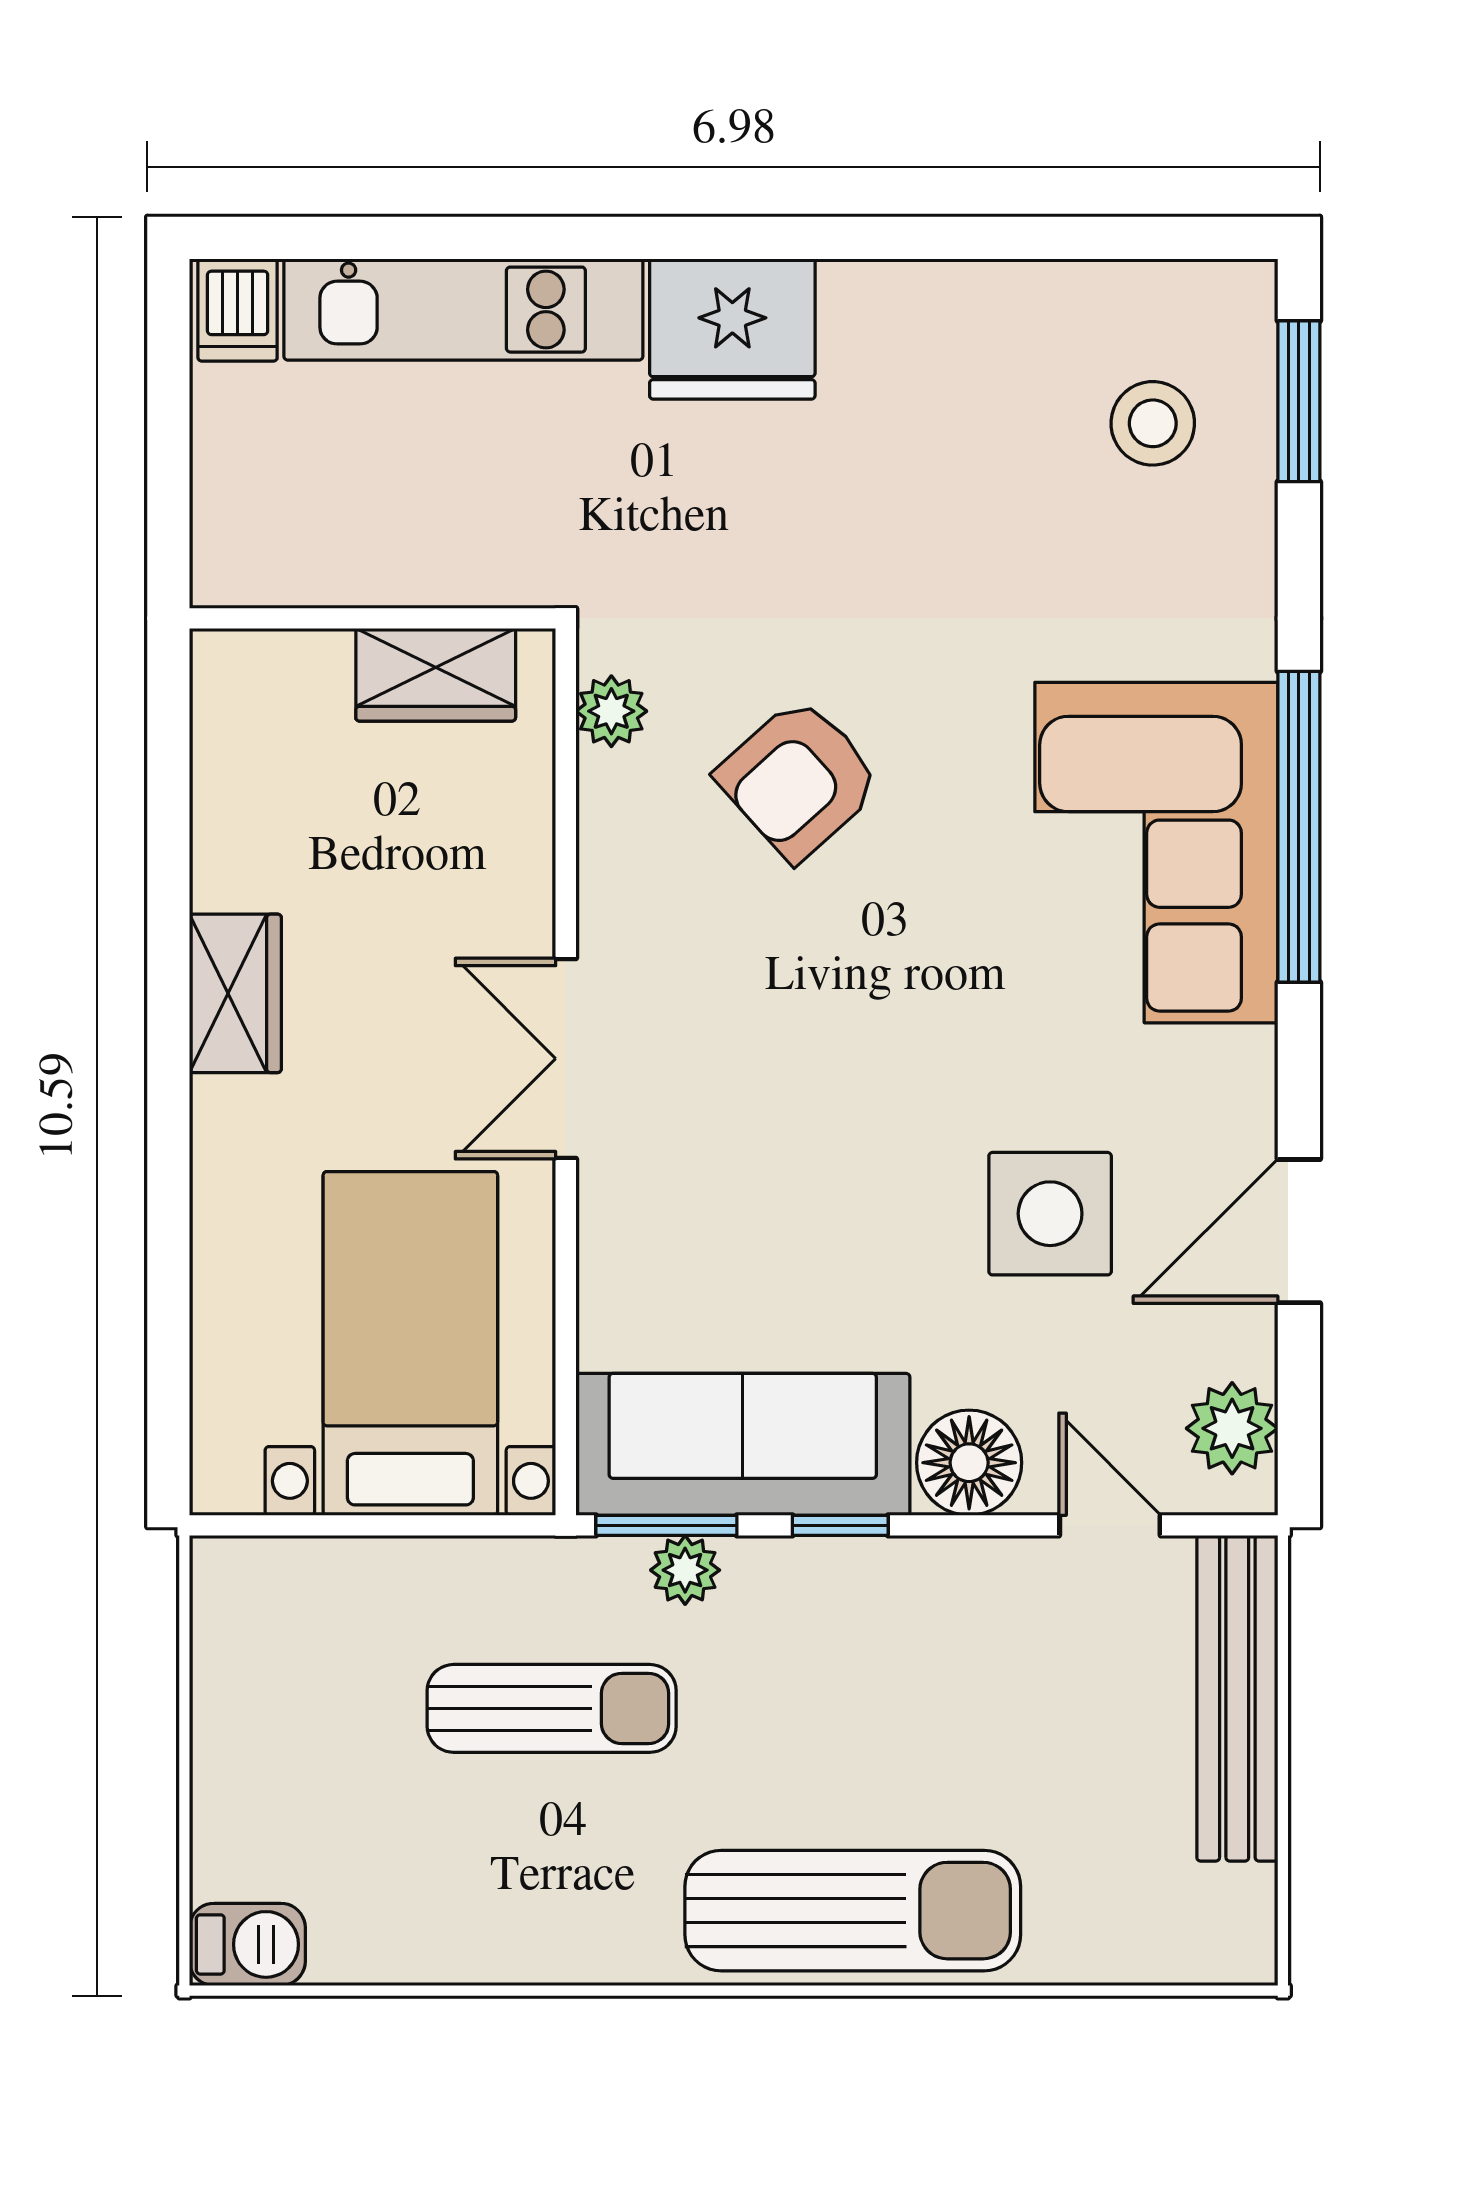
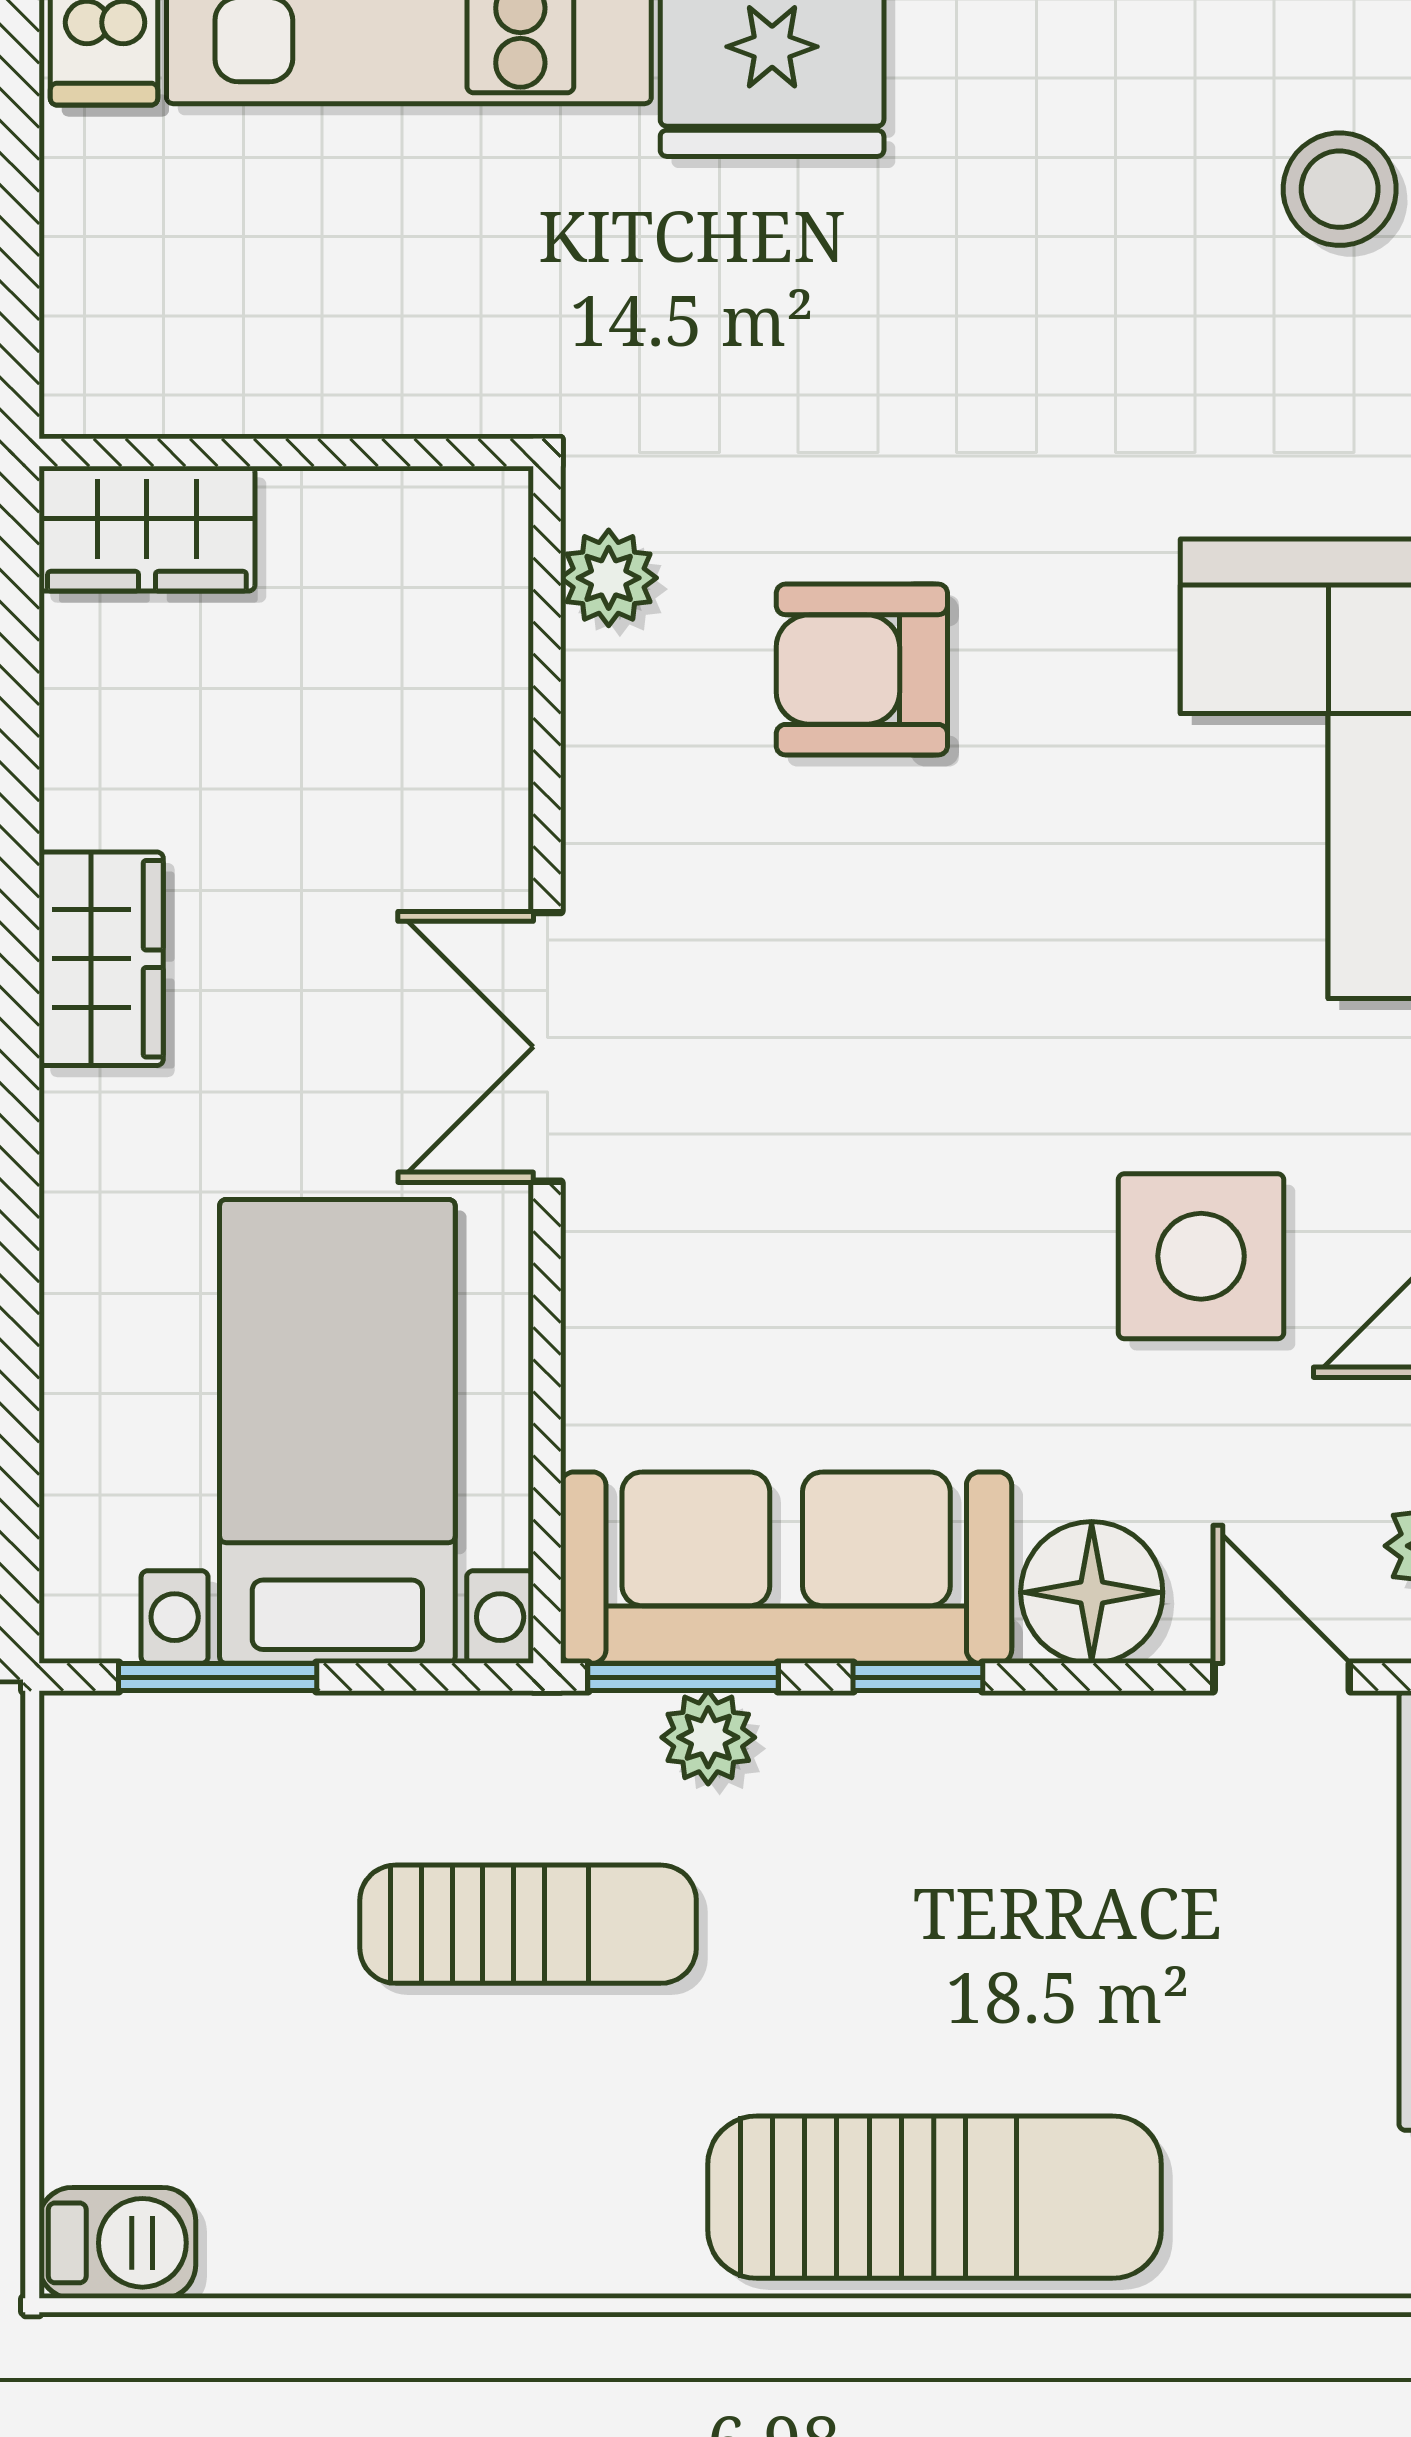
wardrobe: (436, 675) -> (147, 529), moved
armchair: (799, 779) -> (862, 670), turned 42
window: (322, 1525) -> (218, 1677), added

